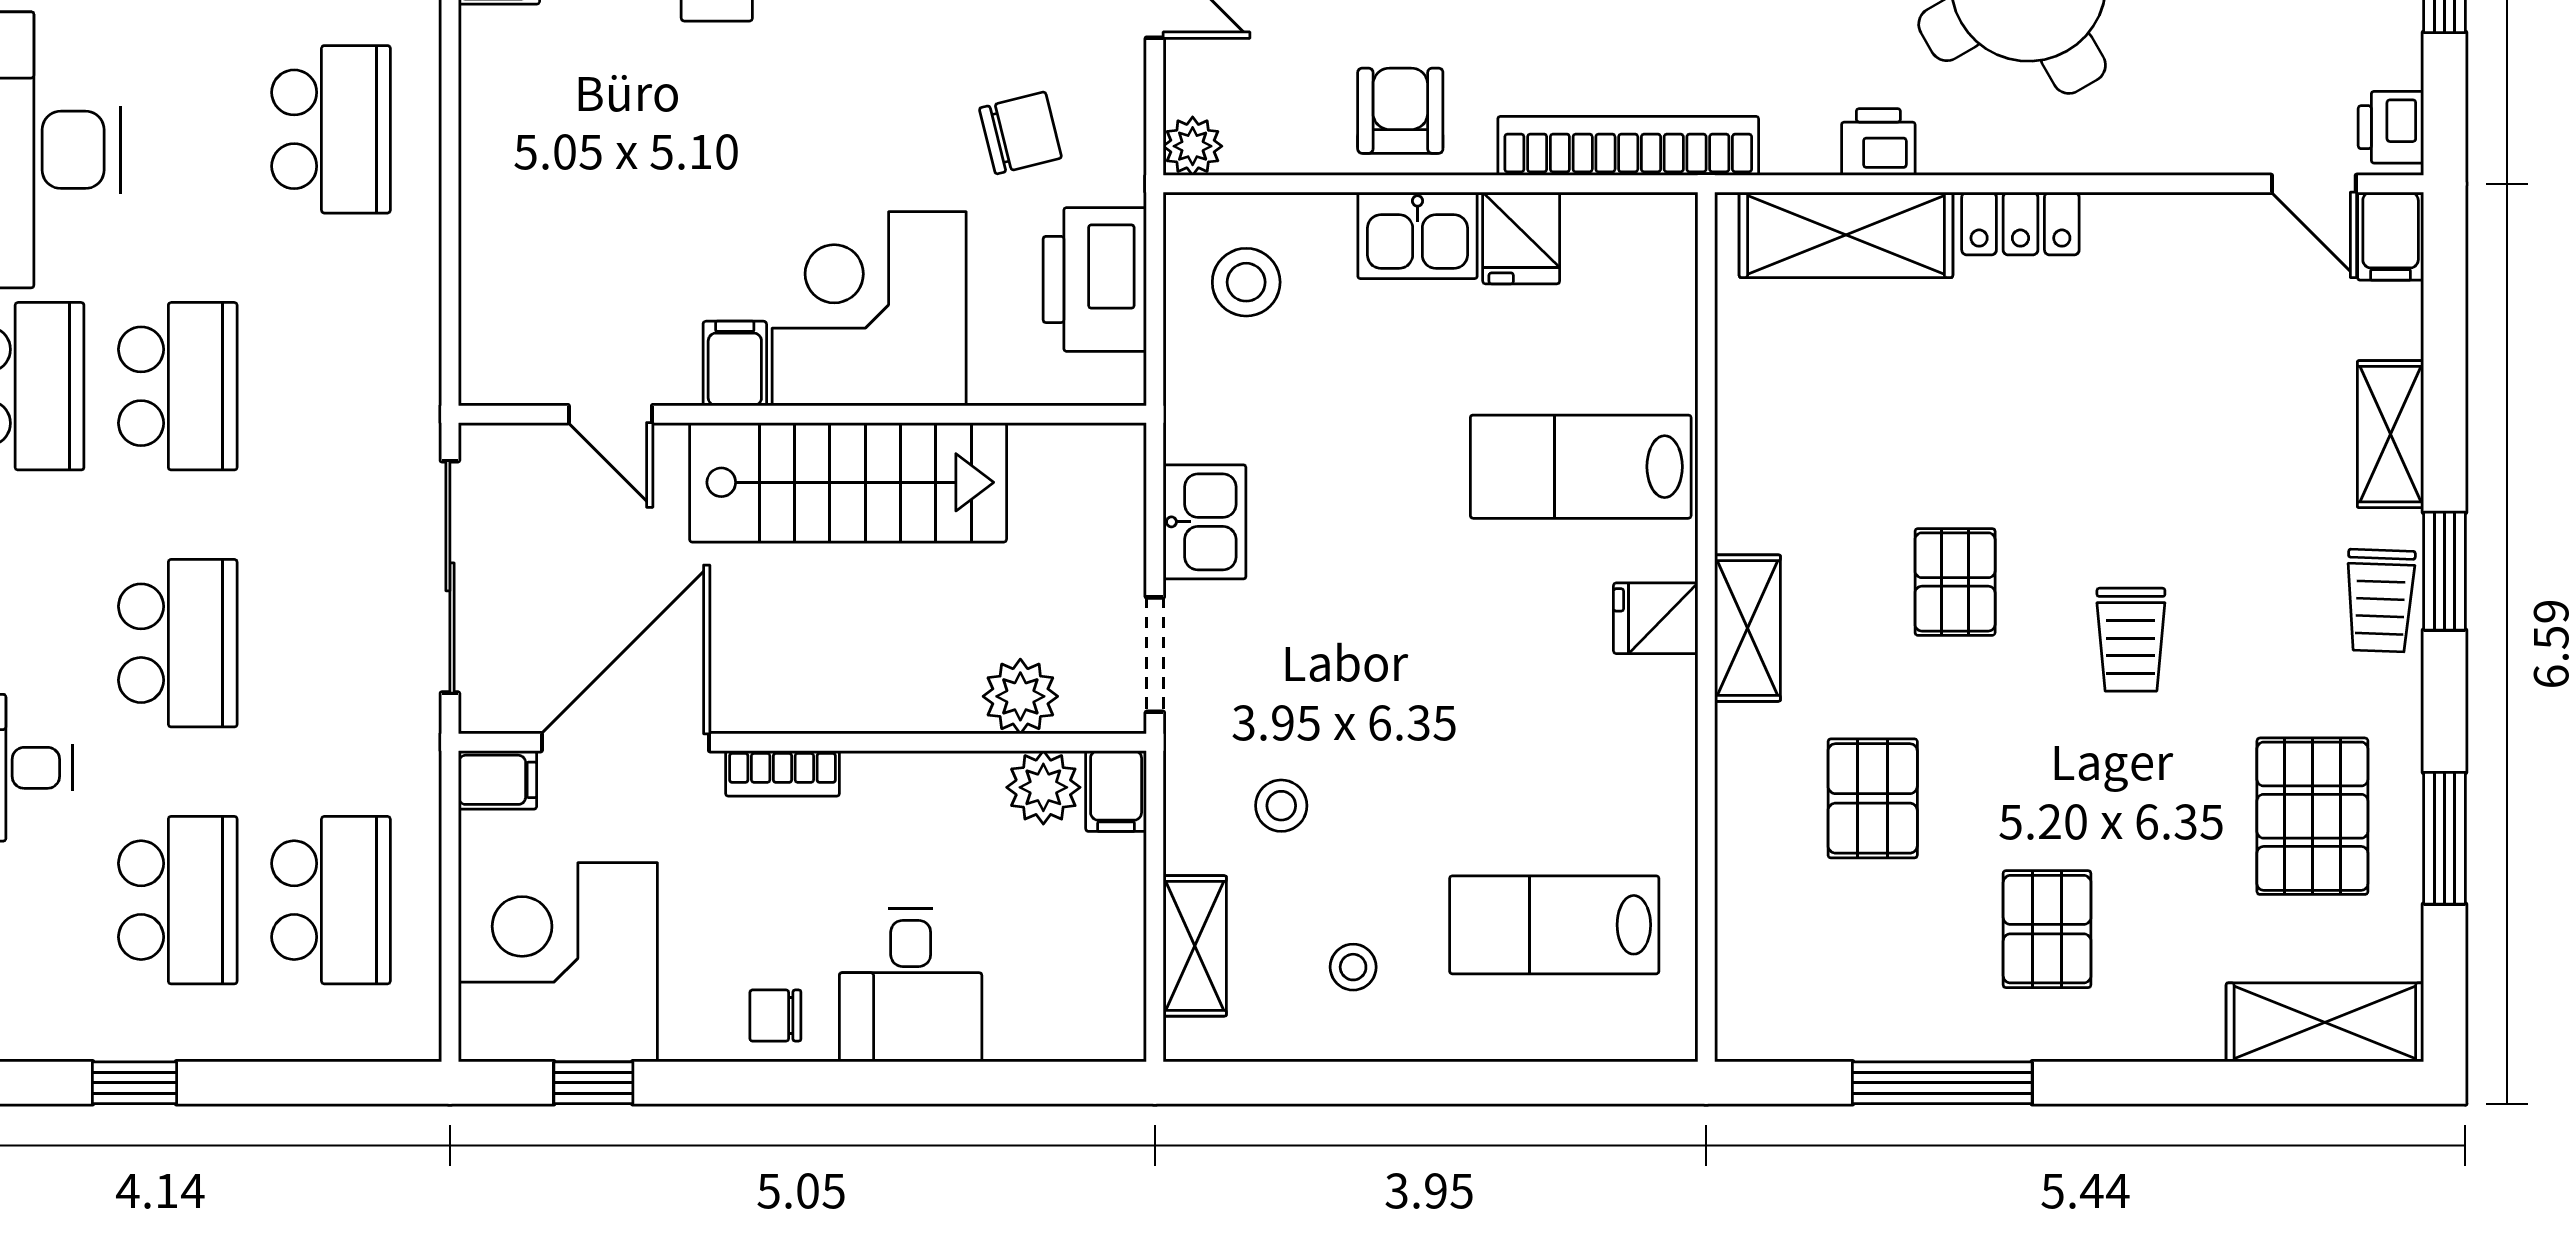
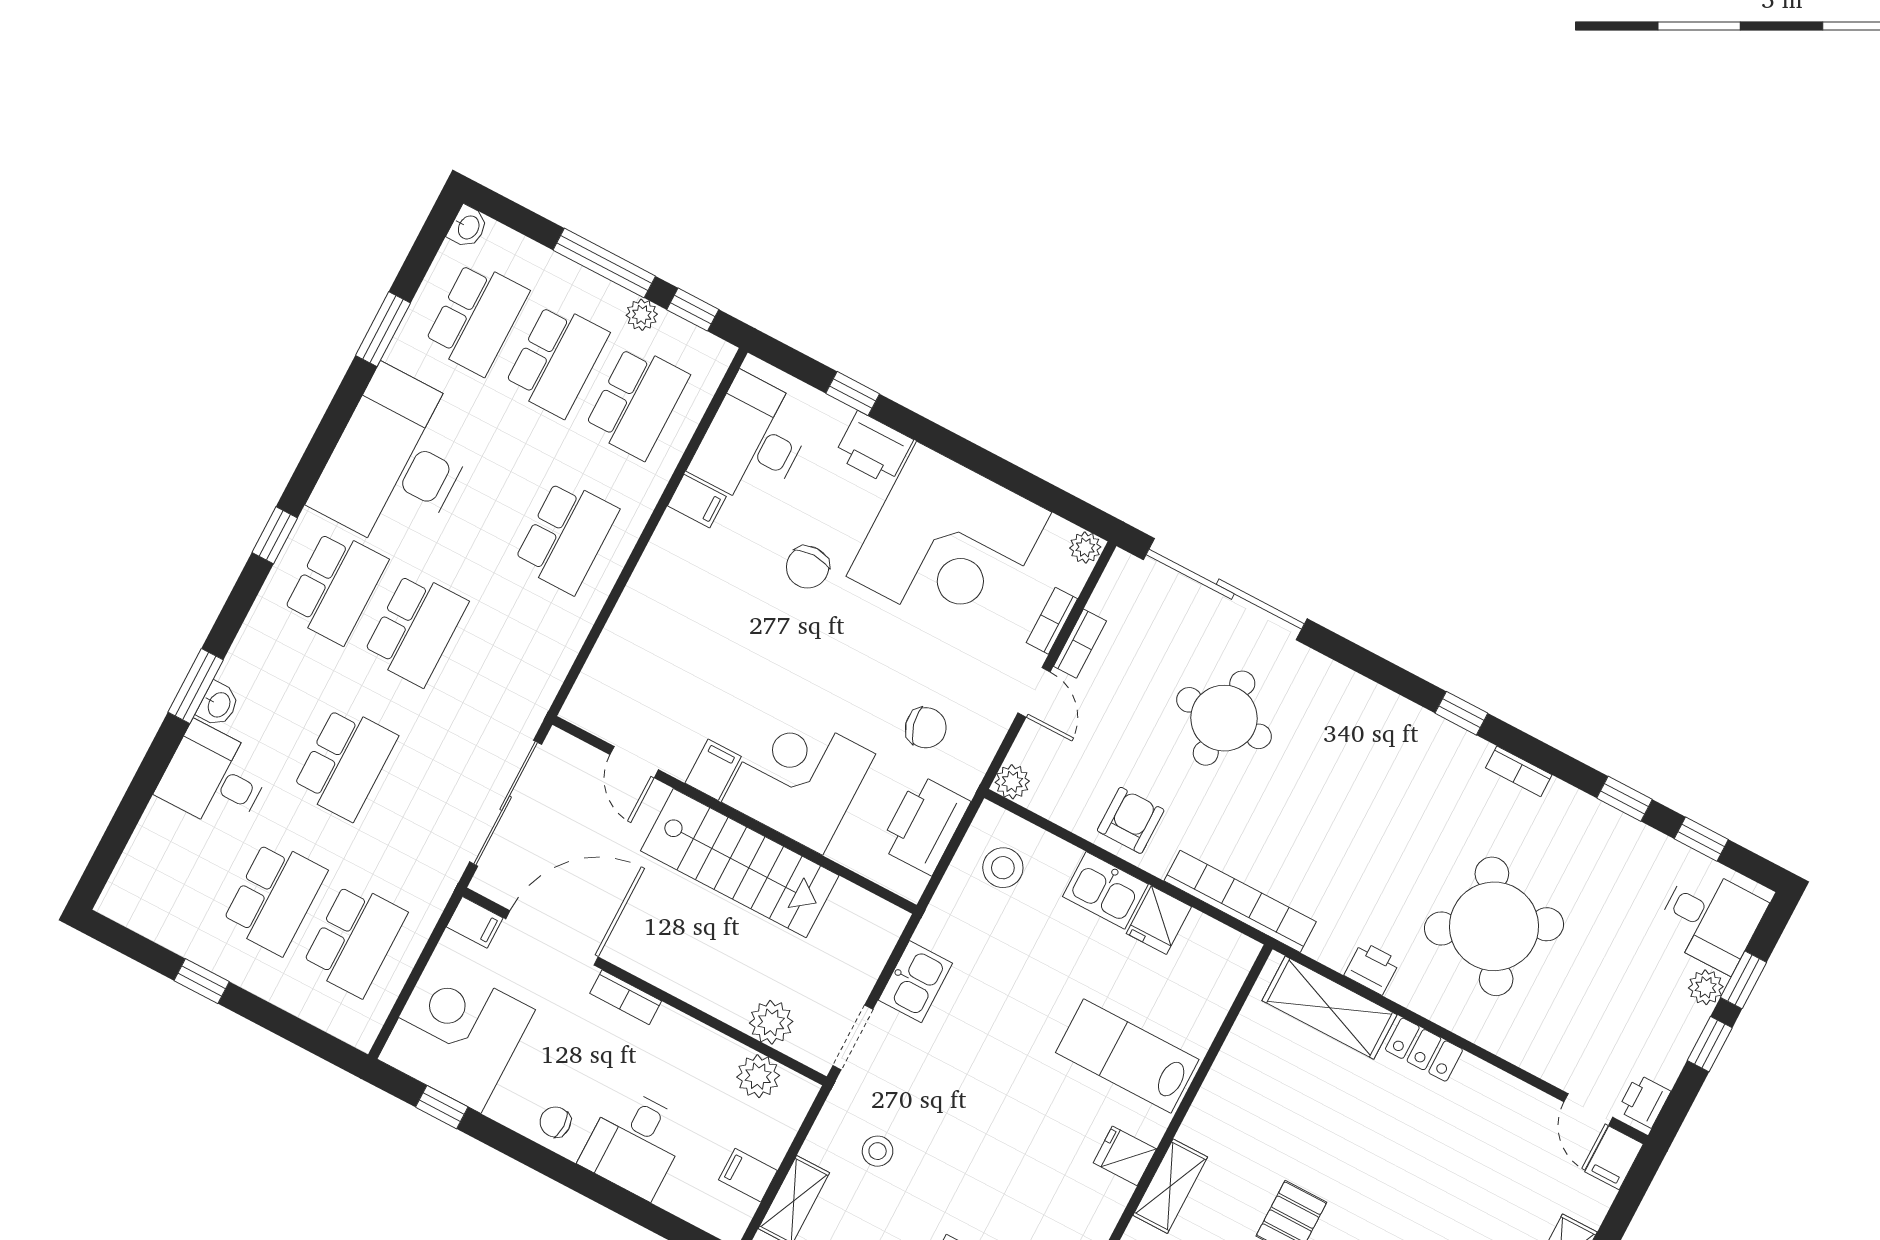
filing cabinet: (1116, 791) -> (748, 1175), moved, turned 90

